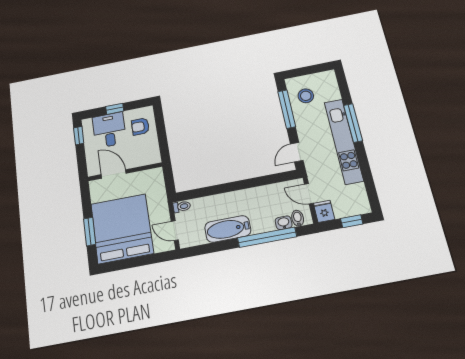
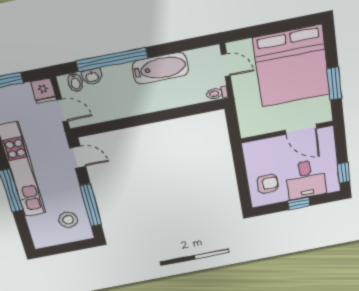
door: (297, 152) -> (78, 157), hinge flipped
window: (90, 232) -> (334, 84), moved

